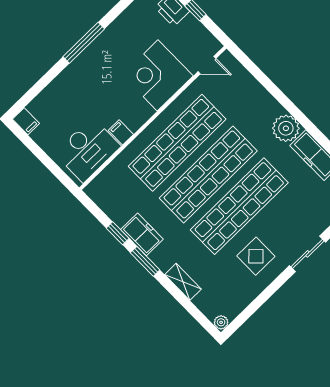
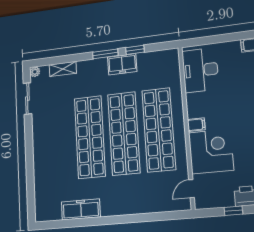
plant: (286, 128) -> (111, 205), removed
filing cabinet: (121, 132) -> (196, 125), moved
sliding door: (308, 254) -> (27, 99), moved
display table: (256, 256) -> (54, 123), removed
shelving: (183, 282) -> (63, 69), moved

